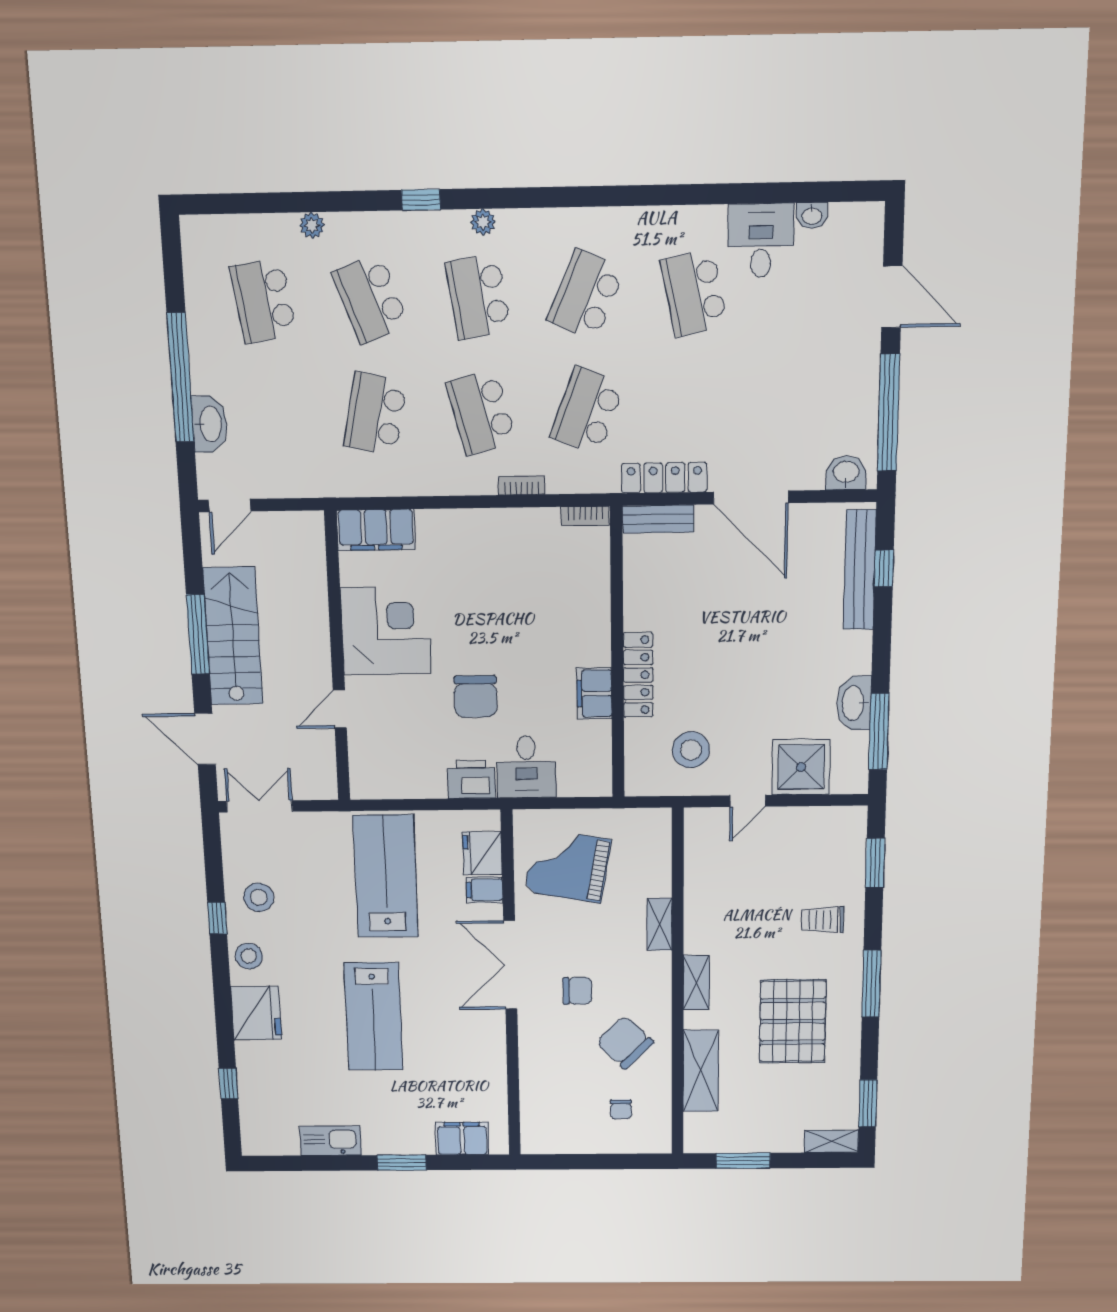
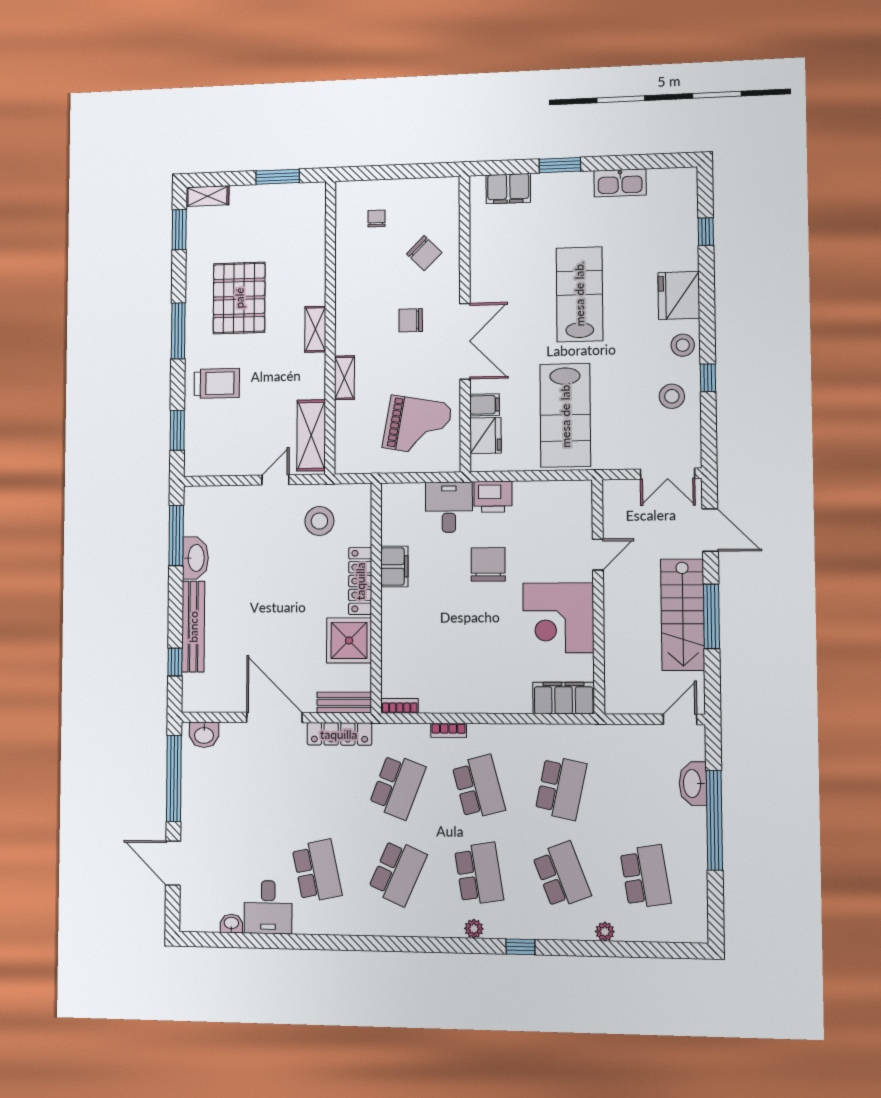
bench: (860, 570) -> (193, 627), moved
shower: (801, 767) -> (349, 640), moved
trolley: (823, 920) -> (217, 383), width x1.36, depth x1.39
chair: (625, 1042) -> (424, 253), moved, width x0.73, depth x0.73
shelving: (701, 1071) -> (311, 435), moved

